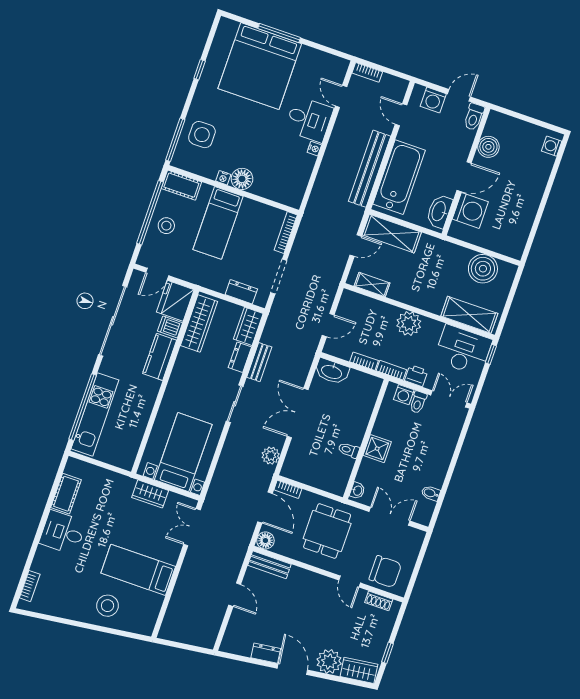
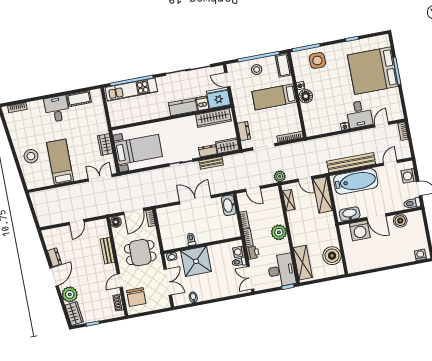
double door: (449, 399) -> (250, 278), swing flipped
shower: (377, 449) -> (196, 261), width x1.86, depth x1.86
plant: (271, 456) -> (280, 176), moved
bench: (269, 565) -> (107, 251), moved

